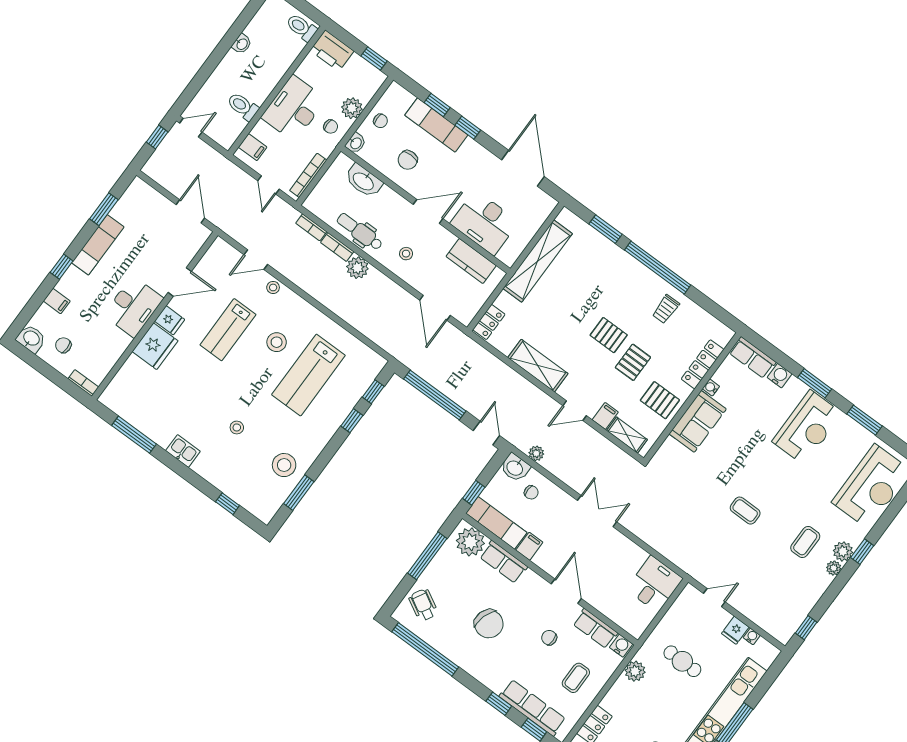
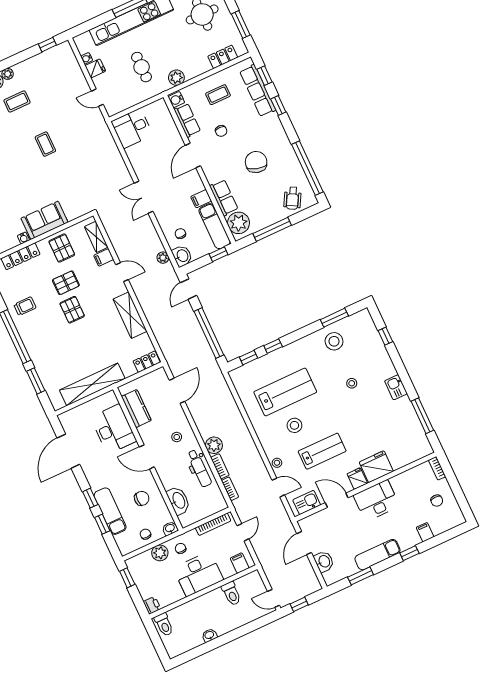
printer: (332, 51) -> (152, 605), width x0.53, depth x0.68
kitchen sink: (213, 260) -> (307, 503), added
washbasin: (31, 339) -> (324, 561), moved, turned 180

